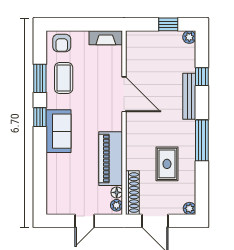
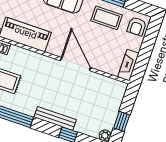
armchair: (62, 43) -> (137, 26), turned -90
door: (124, 94) -> (75, 64), swing flipped

